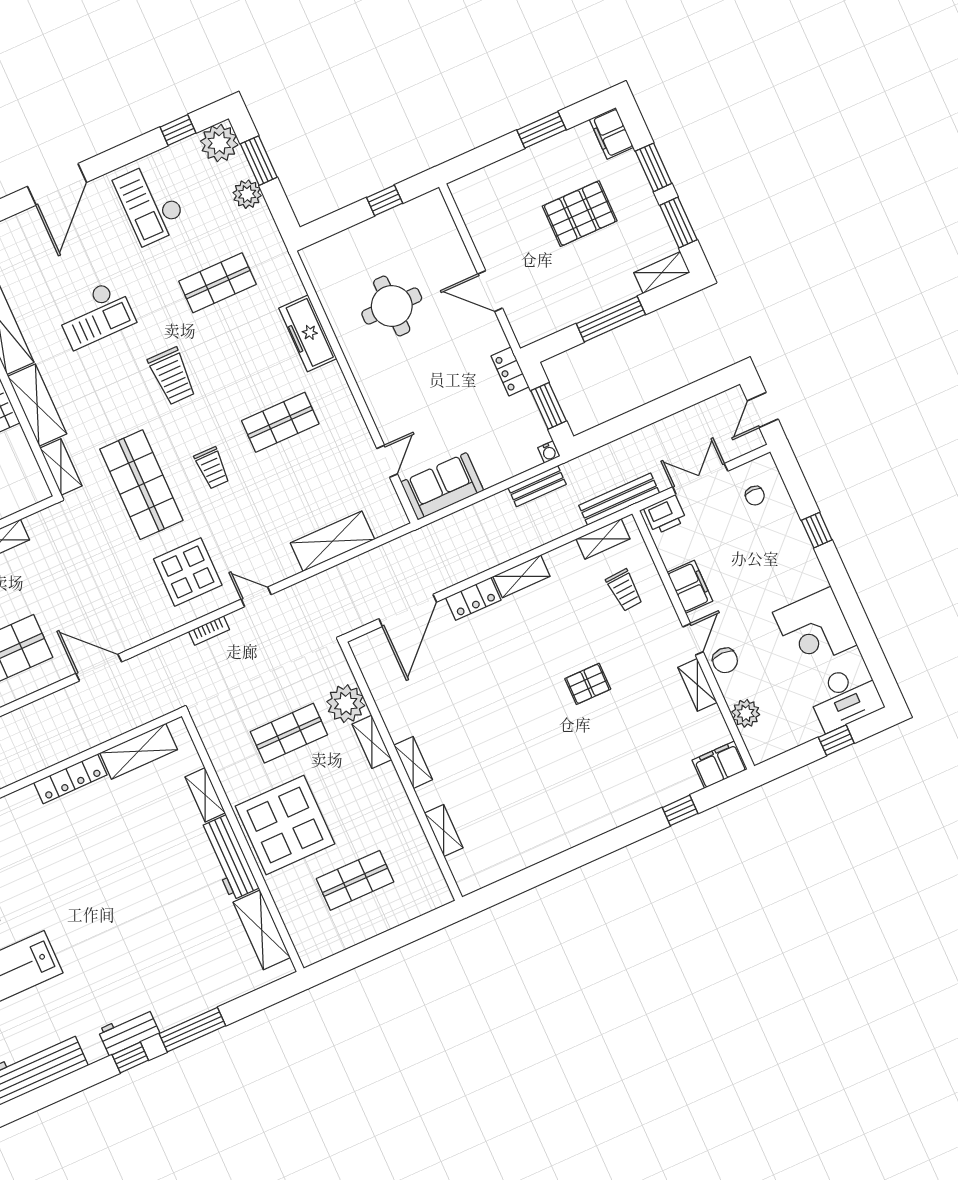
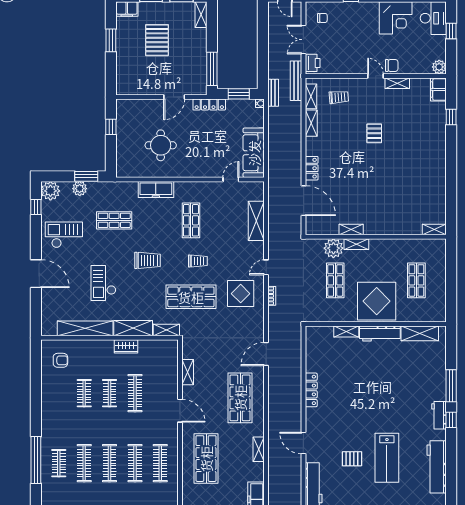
window: (259, 161) -> (86, 176), moved
checkout: (150, 203) -> (64, 235), turned 180
shop shelf: (218, 283) -> (114, 220), turned 90
checkout: (95, 314) -> (103, 283), turned 180
window: (611, 319) -> (212, 69), moved
locker: (510, 371) -> (209, 105), width x1.53
door: (387, 461) -> (231, 179), hinge flipped
sofa: (442, 486) -> (254, 153), width x1.36
bench: (537, 486) -> (273, 93), moved
shelving: (521, 576) -> (311, 123), moved
filing cabinet: (690, 587) -> (351, 66), removed
plant: (746, 713) -> (439, 67), moved
shelving: (139, 751) -> (313, 353), removed
shelving: (413, 762) -> (351, 230), moved
shelving: (444, 830) -> (434, 230), moved

